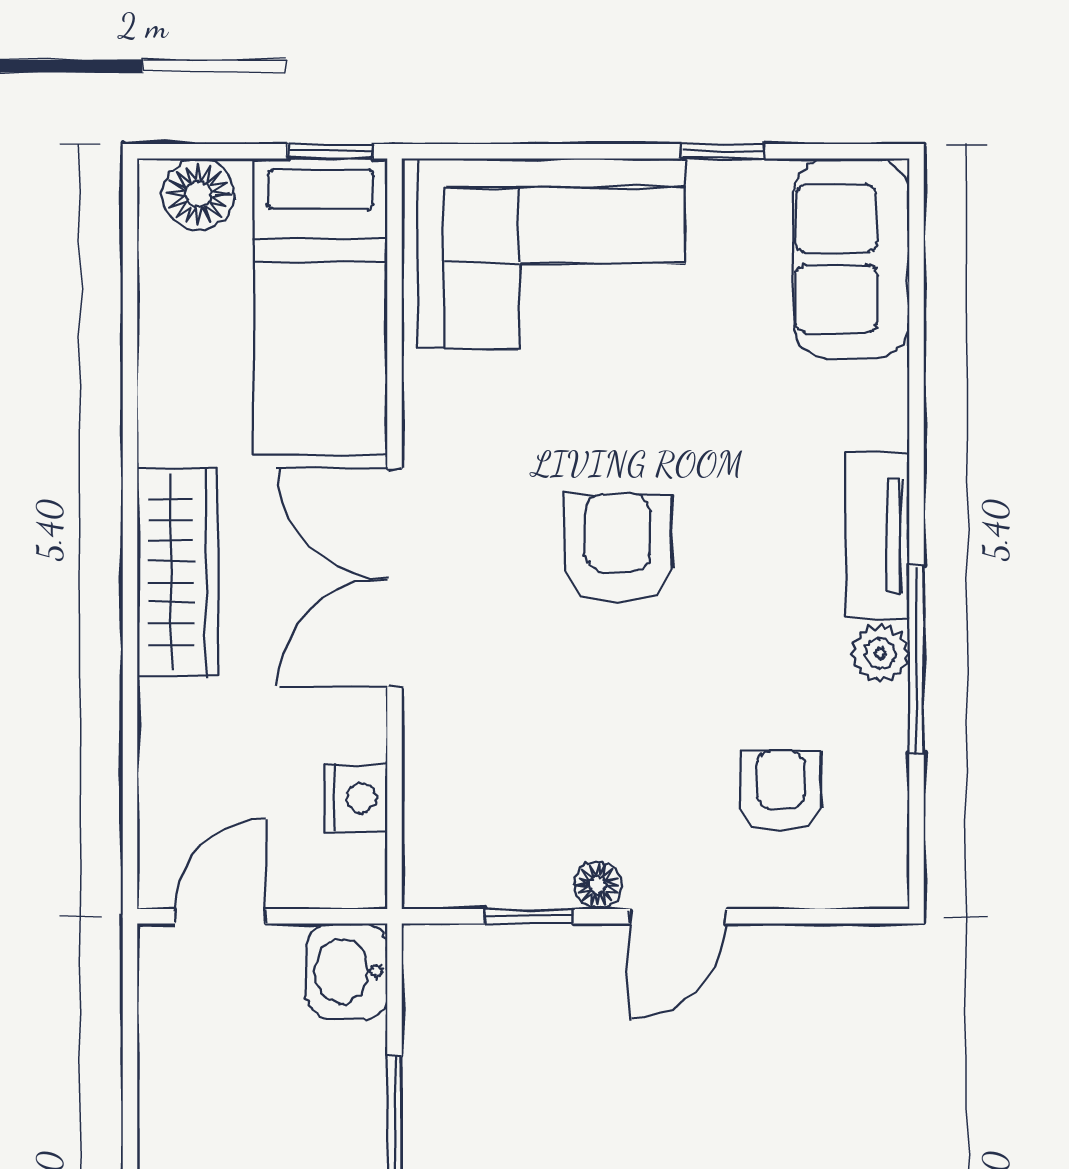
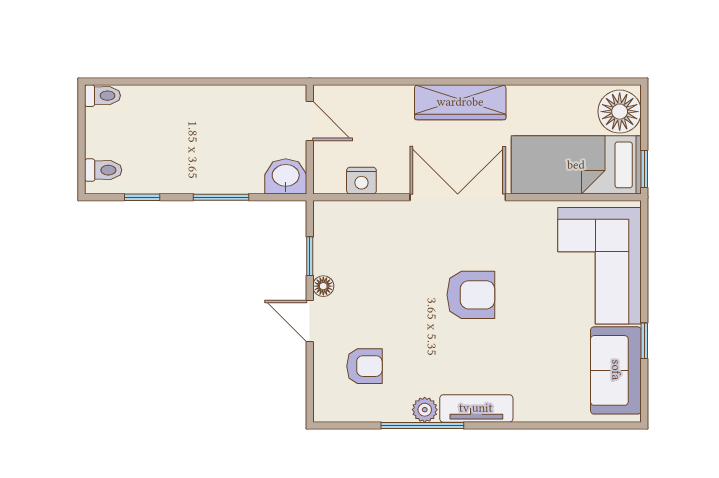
floor lamp: (199, 194) -> (620, 112), width x1.38, depth x1.38
sofa: (851, 258) -> (616, 370), moved, turned -90

